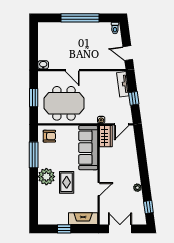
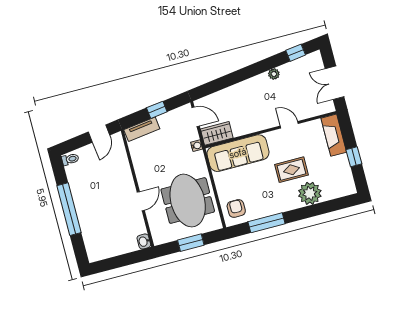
plant: (46, 177) -> (310, 193), moved

